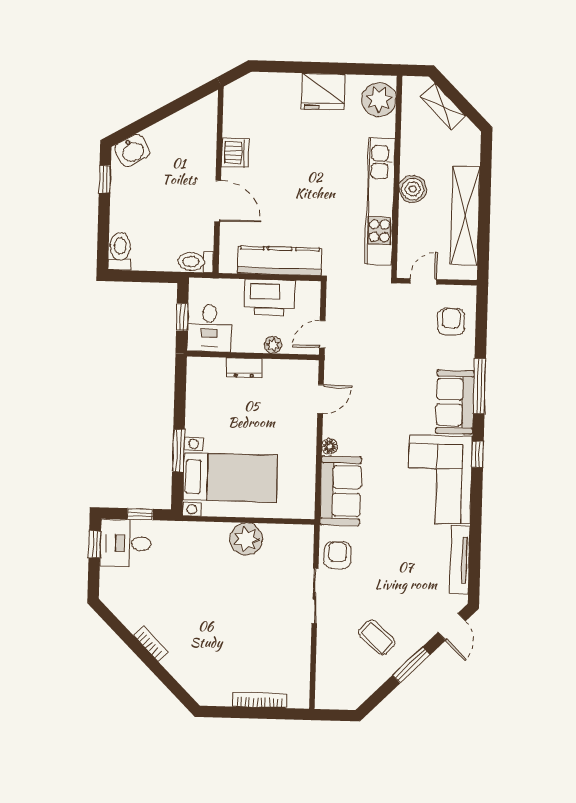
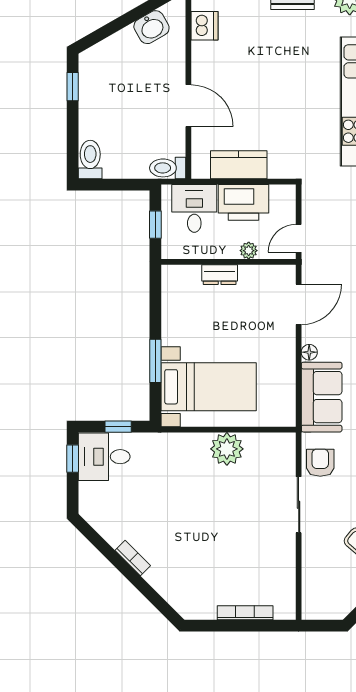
washbasin: (132, 151) -> (151, 27), moved
dishwasher: (235, 153) -> (204, 26), moved
kitchen counter: (279, 261) -> (239, 165), width x0.67
desk: (209, 328) -> (194, 208), moved, turned 180
door: (321, 399) -> (299, 304), width x1.38

